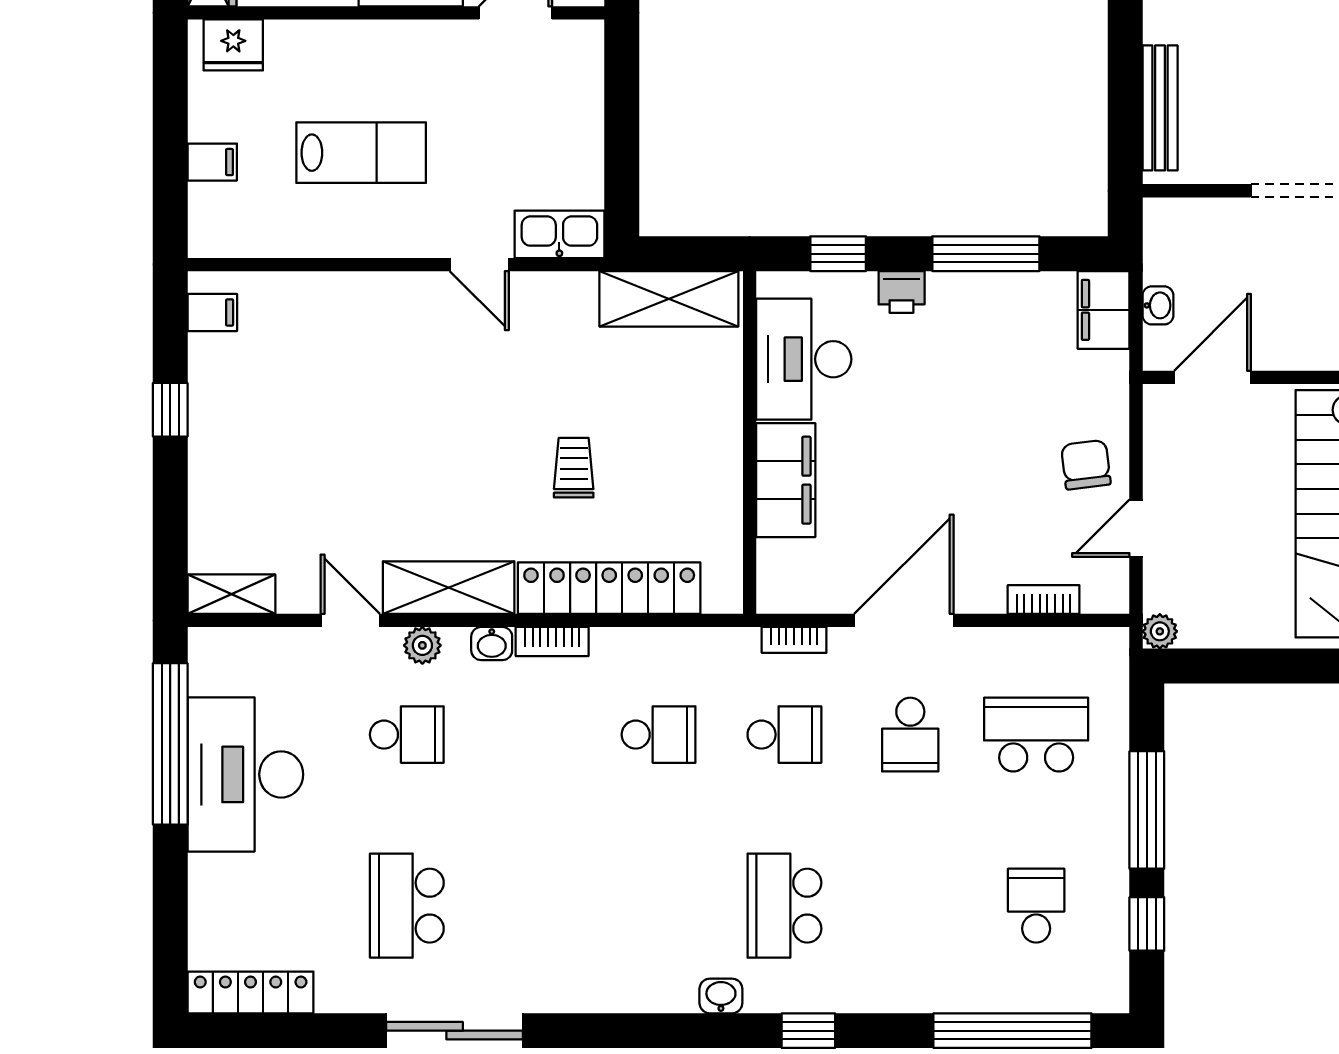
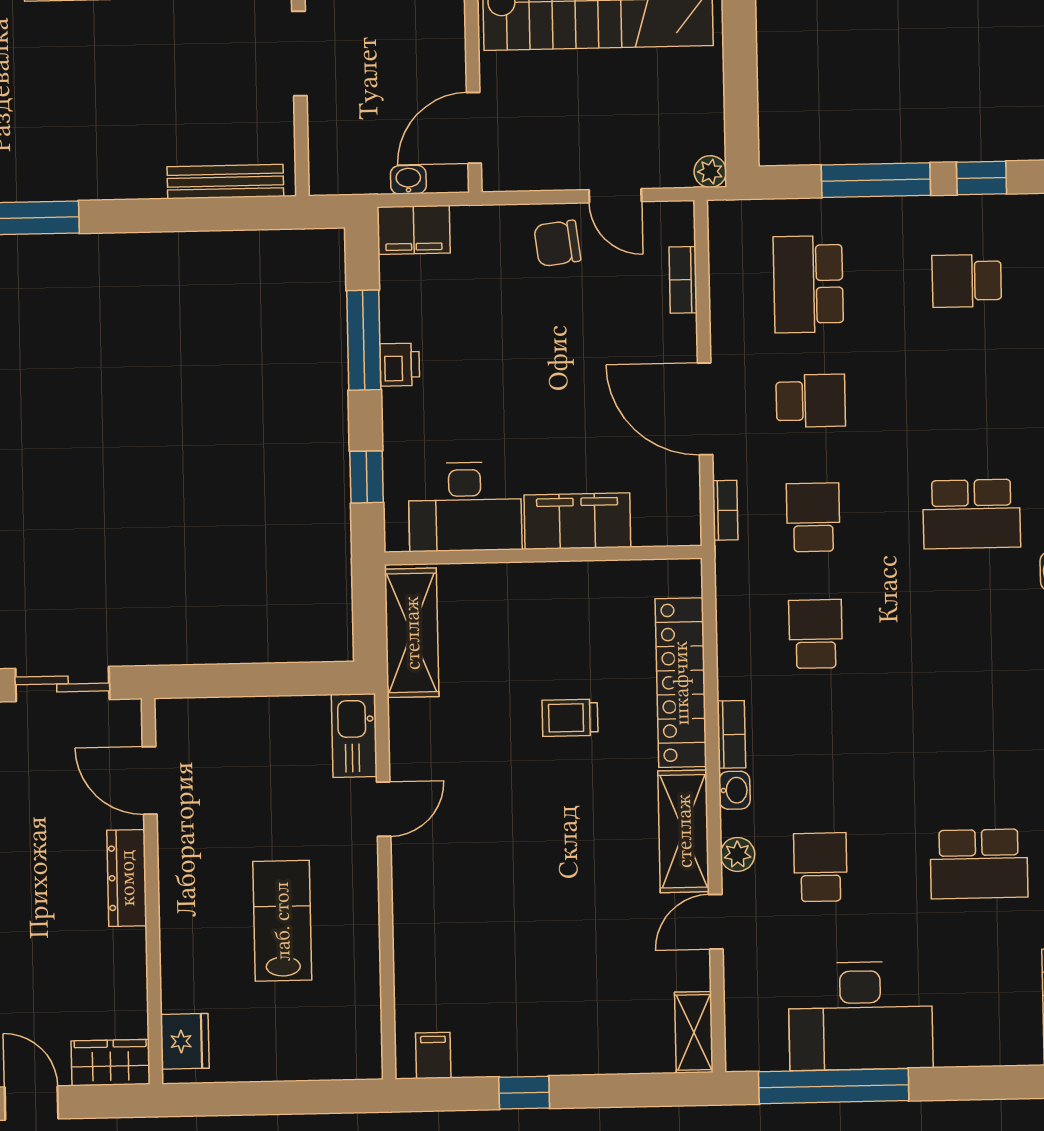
filing cabinet: (212, 162) -> (294, 1059), removed
printer: (902, 292) -> (400, 365), moved
door: (1212, 377) -> (474, 128), hinge flipped

